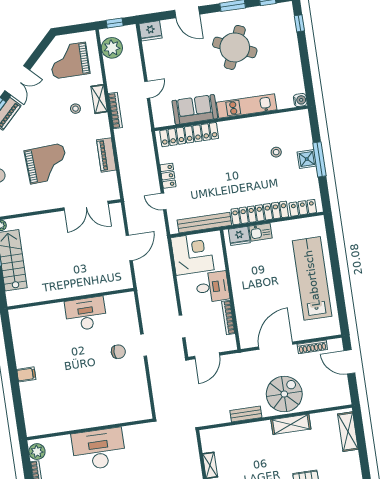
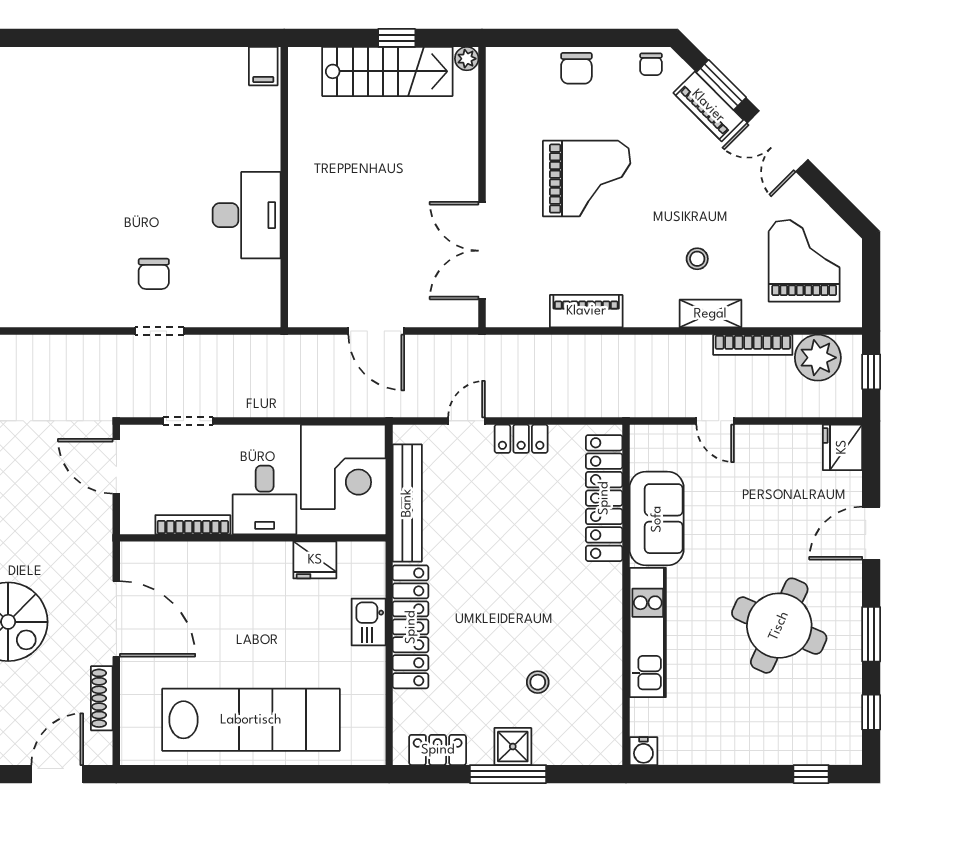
bookcase: (115, 110) -> (753, 345), moved
grand piano: (47, 164) -> (587, 179), turned -87
locker: (303, 208) -> (438, 750), moved, turned -90
fridge: (239, 236) -> (315, 560), moved, turned -90
filing cabinet: (26, 374) -> (263, 66), moved

